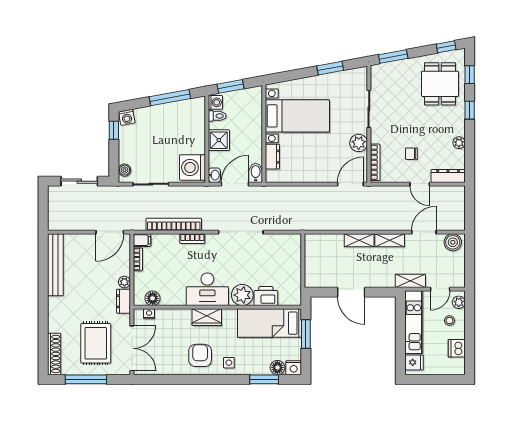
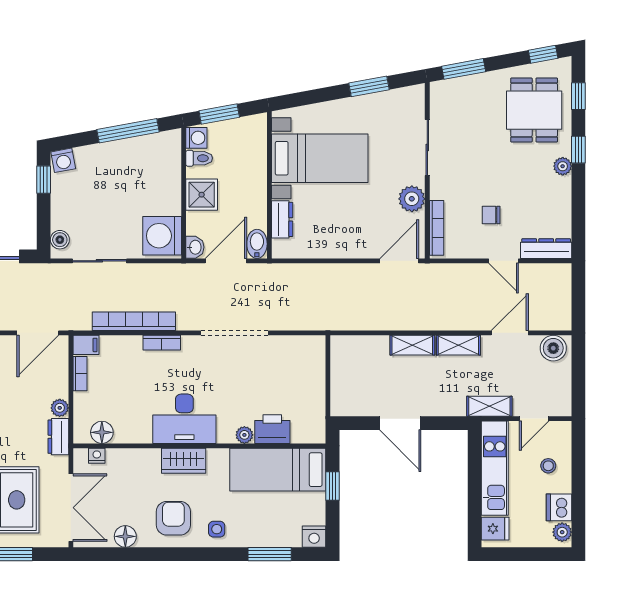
plant: (459, 143) -> (563, 166), moved
plant: (242, 295) -> (244, 435), width x0.53, depth x0.53
plant: (459, 302) -> (562, 532), moved
window: (306, 334) -> (332, 486), width x0.67
floor lamp: (277, 368) -> (125, 536), moved

